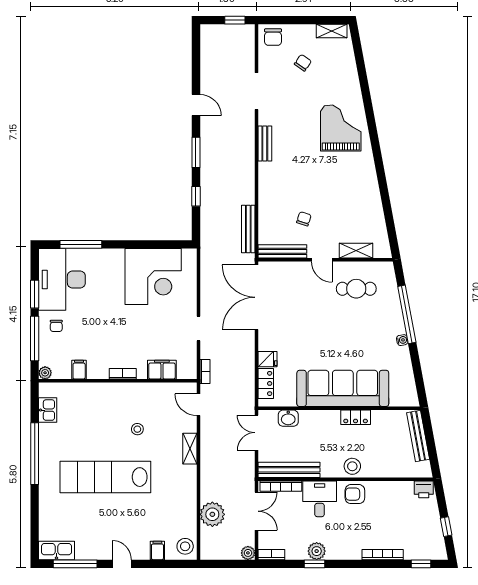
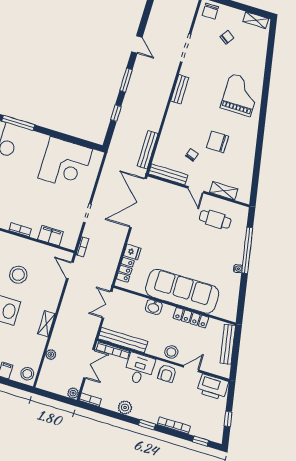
chair: (330, 194) -> (218, 142), added
locker: (356, 417) -> (191, 318), width x1.53
washbasin: (288, 418) -> (154, 307), moved
stool: (137, 429) -> (18, 275), width x1.89, depth x1.89
shelving: (190, 449) -> (46, 324), moved
door: (382, 479) -> (191, 369), added
printer: (424, 489) -> (213, 387), width x1.87, depth x1.48
armchair: (355, 494) -> (167, 373), turned -90
plant: (212, 514) -> (51, 355), width x0.53, depth x0.53
window: (314, 564) -> (147, 425), moved

